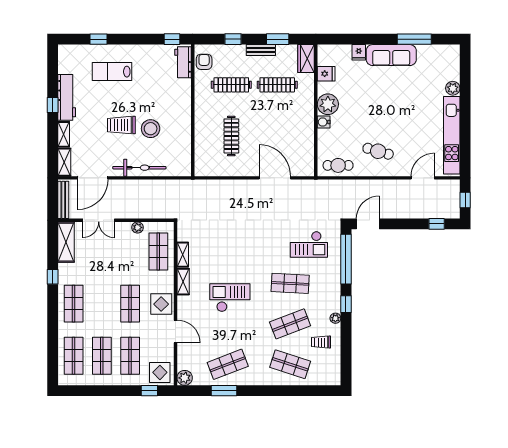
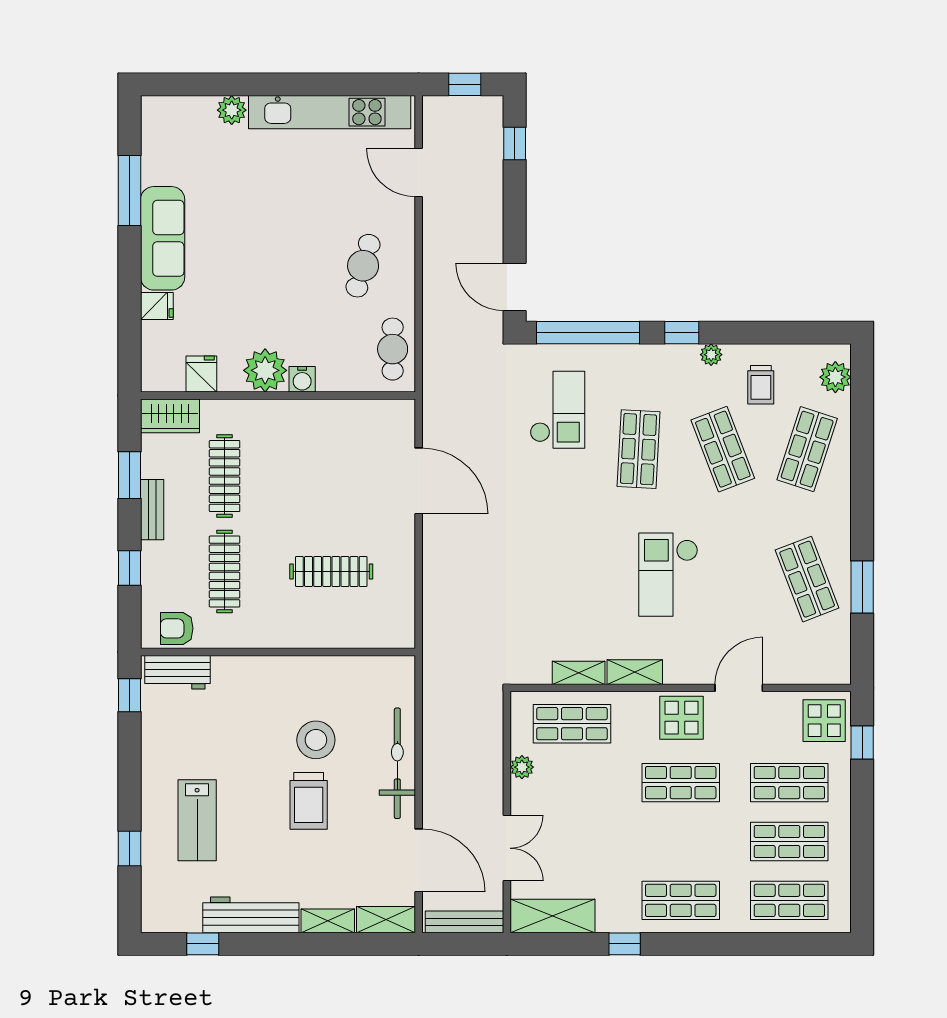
window: (53, 105) -> (203, 944), moved
door: (275, 178) -> (419, 481), swing flipped
plant: (185, 378) -> (835, 377), moved

